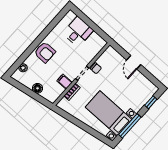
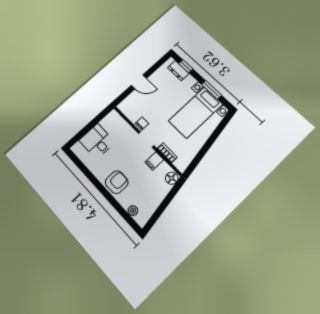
floor lamp: (37, 88) -> (172, 178), moved
dresser: (146, 96) -> (178, 71), added
window: (130, 126) -> (212, 90), width x0.69

